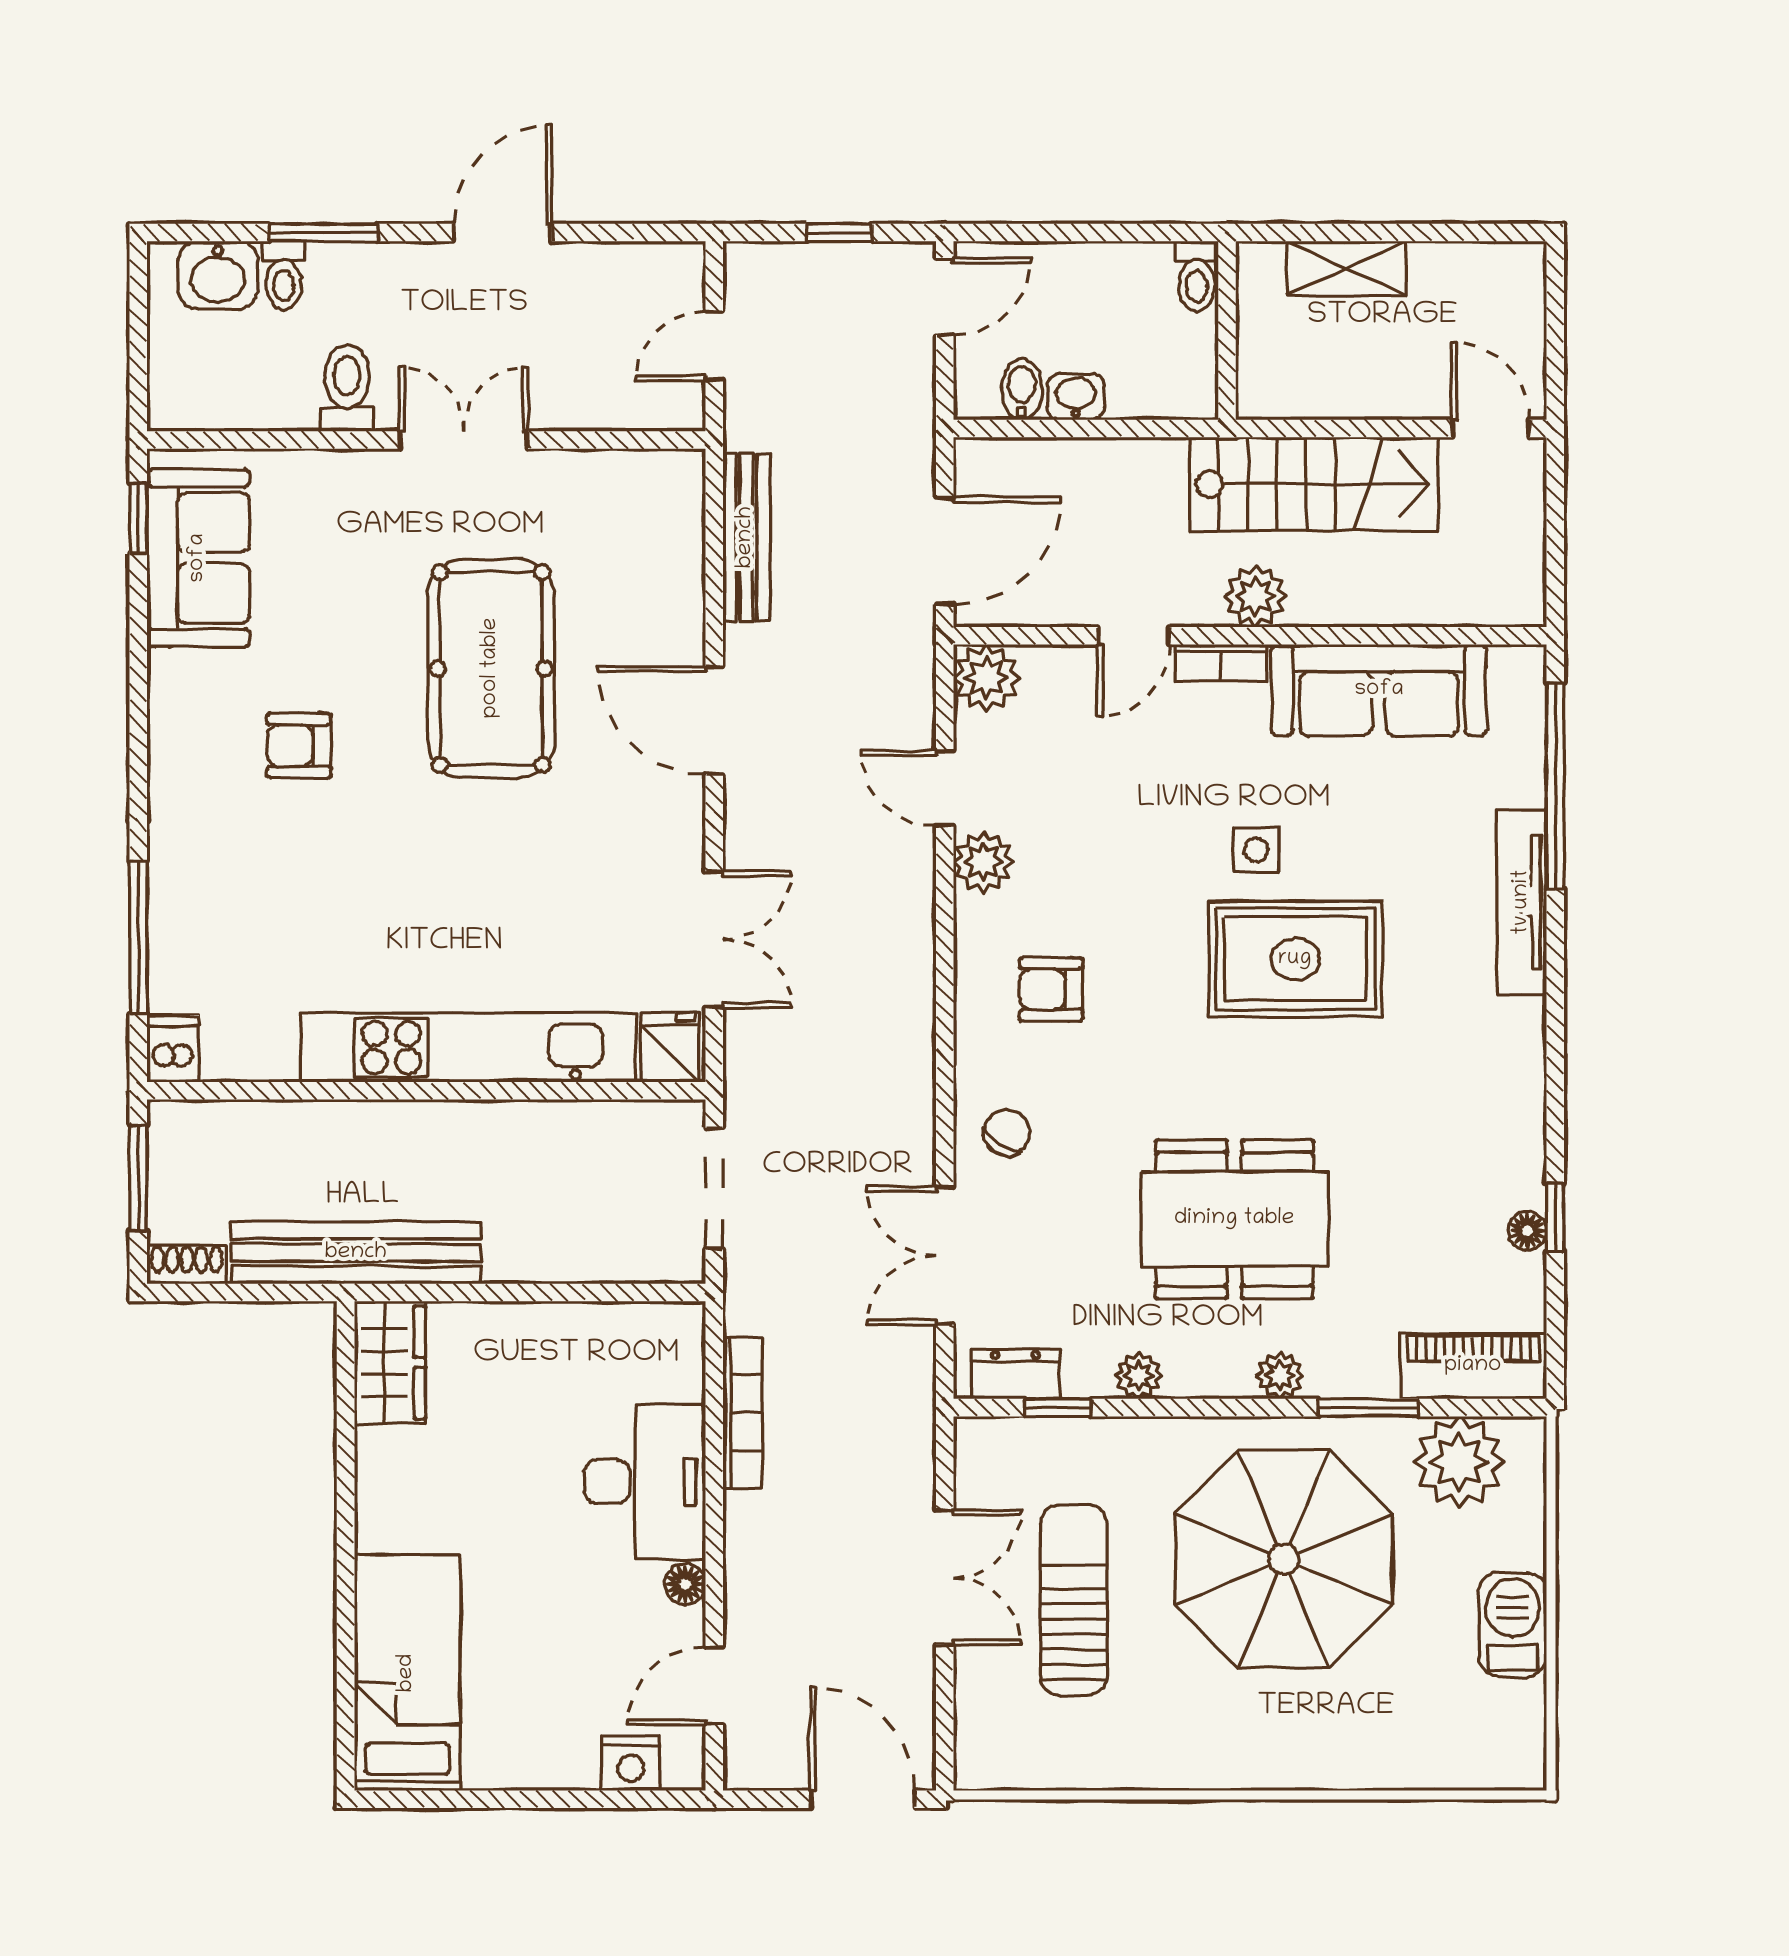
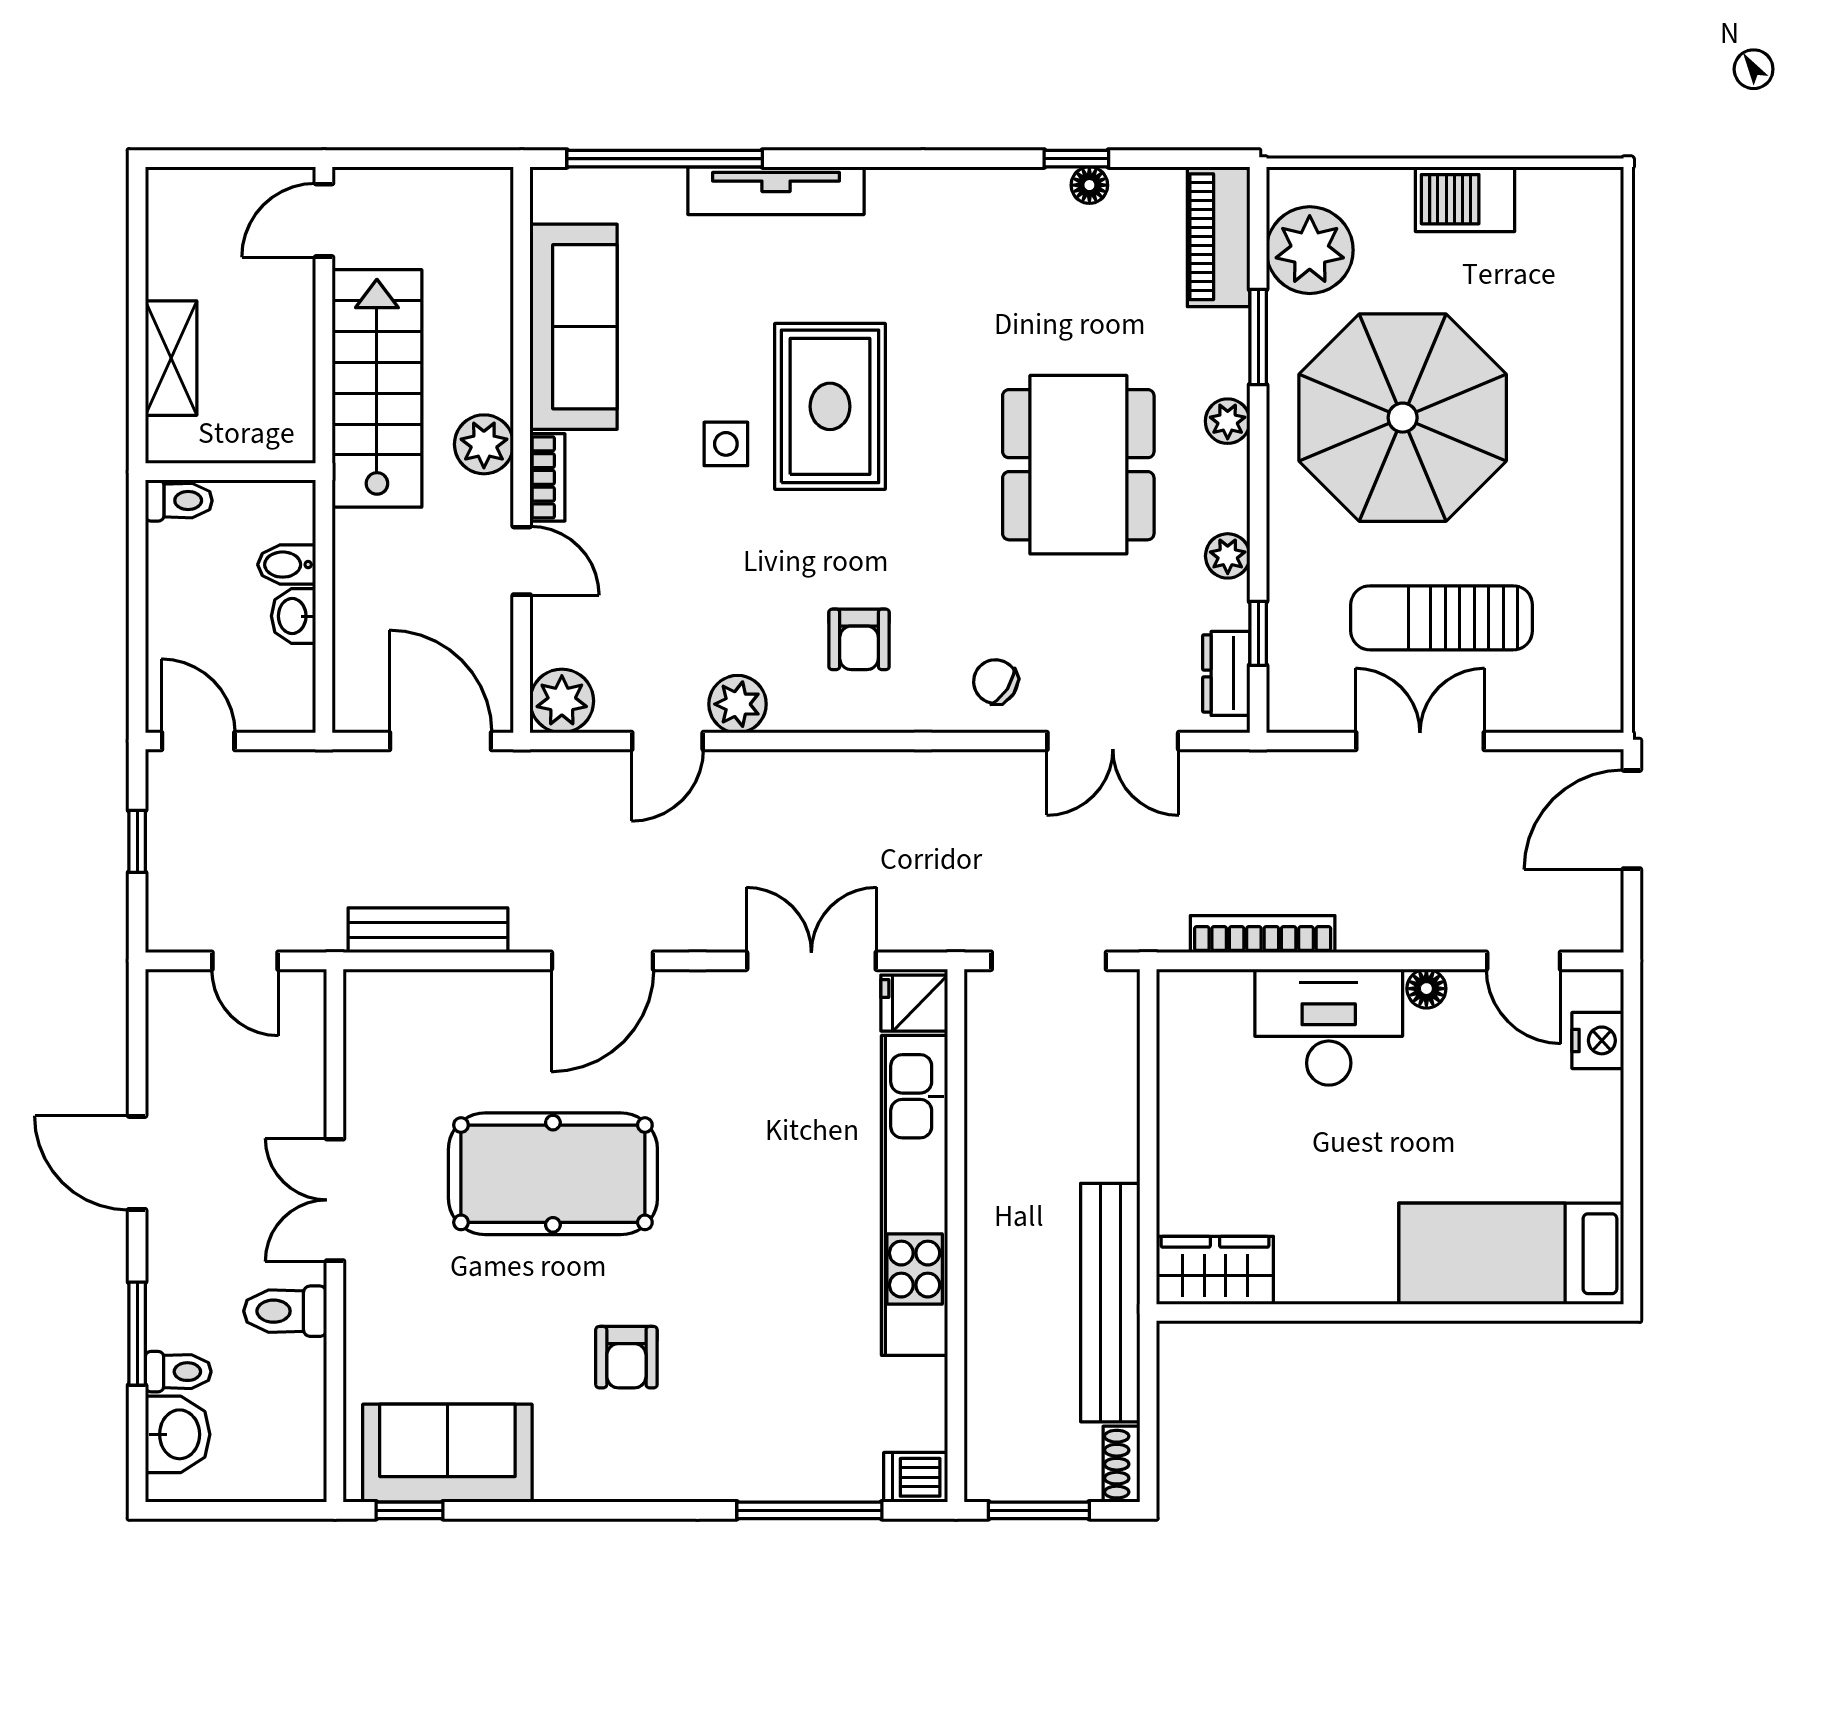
bidet: (1022, 389) -> (287, 565), moved

